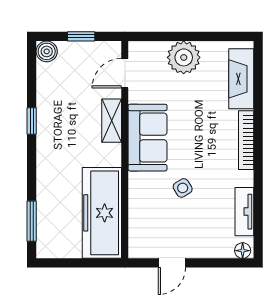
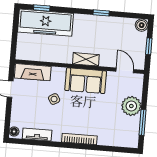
window: (210, 36) -> (143, 122), added
fireplace: (241, 79) -> (33, 72), moved, turned 180
shelving: (112, 121) -> (86, 59), moved
freezer: (102, 213) -> (45, 23), moved, turned 180
window: (32, 221) -> (42, 8), width x0.67

